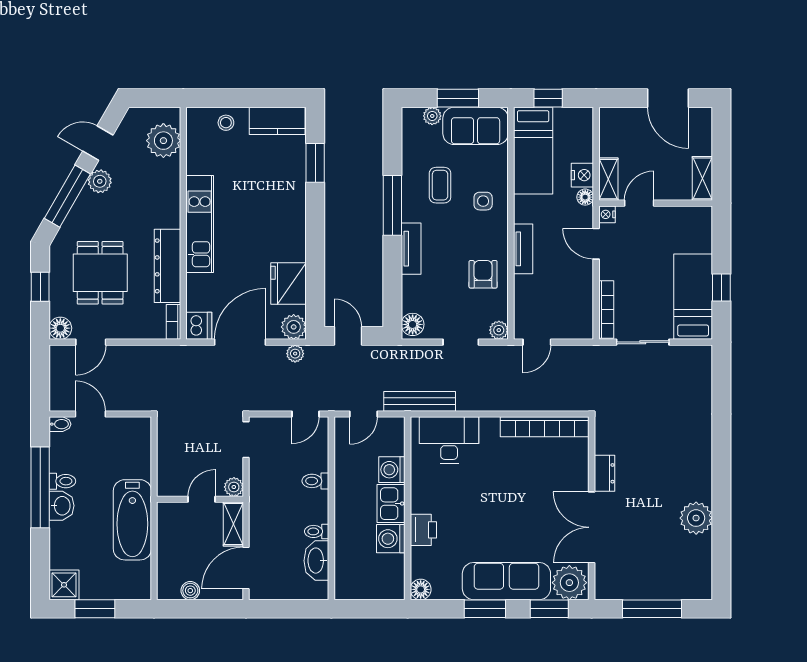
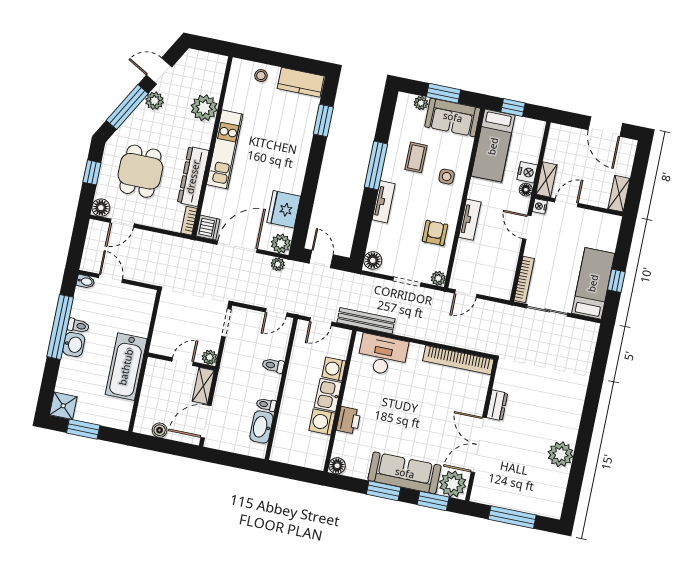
plant: (163, 141) -> (204, 108), moved

